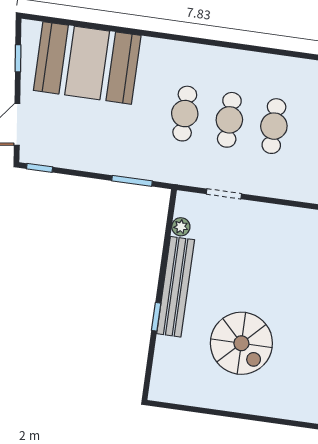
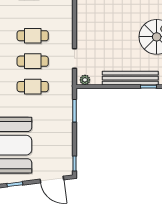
plant: (181, 227) -> (85, 80), moved

